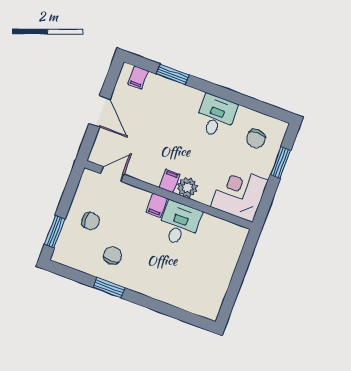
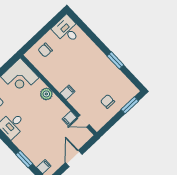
filing cabinet: (169, 181) -> (69, 118), moved
desk: (179, 224) -> (67, 30), moved, turned 90
chair: (113, 255) -> (45, 50), moved

